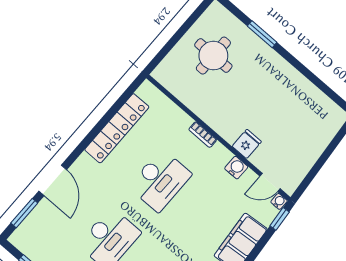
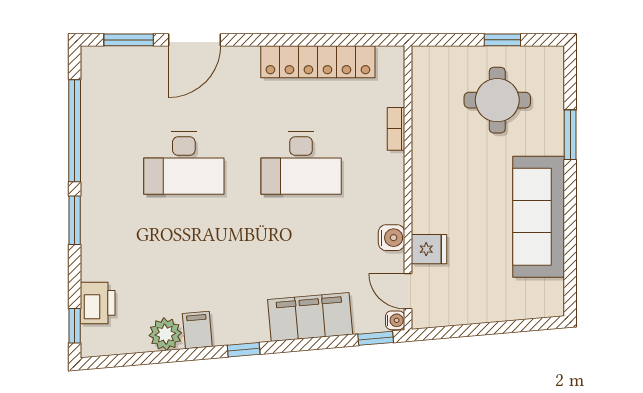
window: (186, 27) -> (502, 40), added
sofa: (289, 85) -> (539, 217), added
bookcase: (203, 135) -> (396, 129), moved
fridge: (247, 144) -> (429, 249), moved

